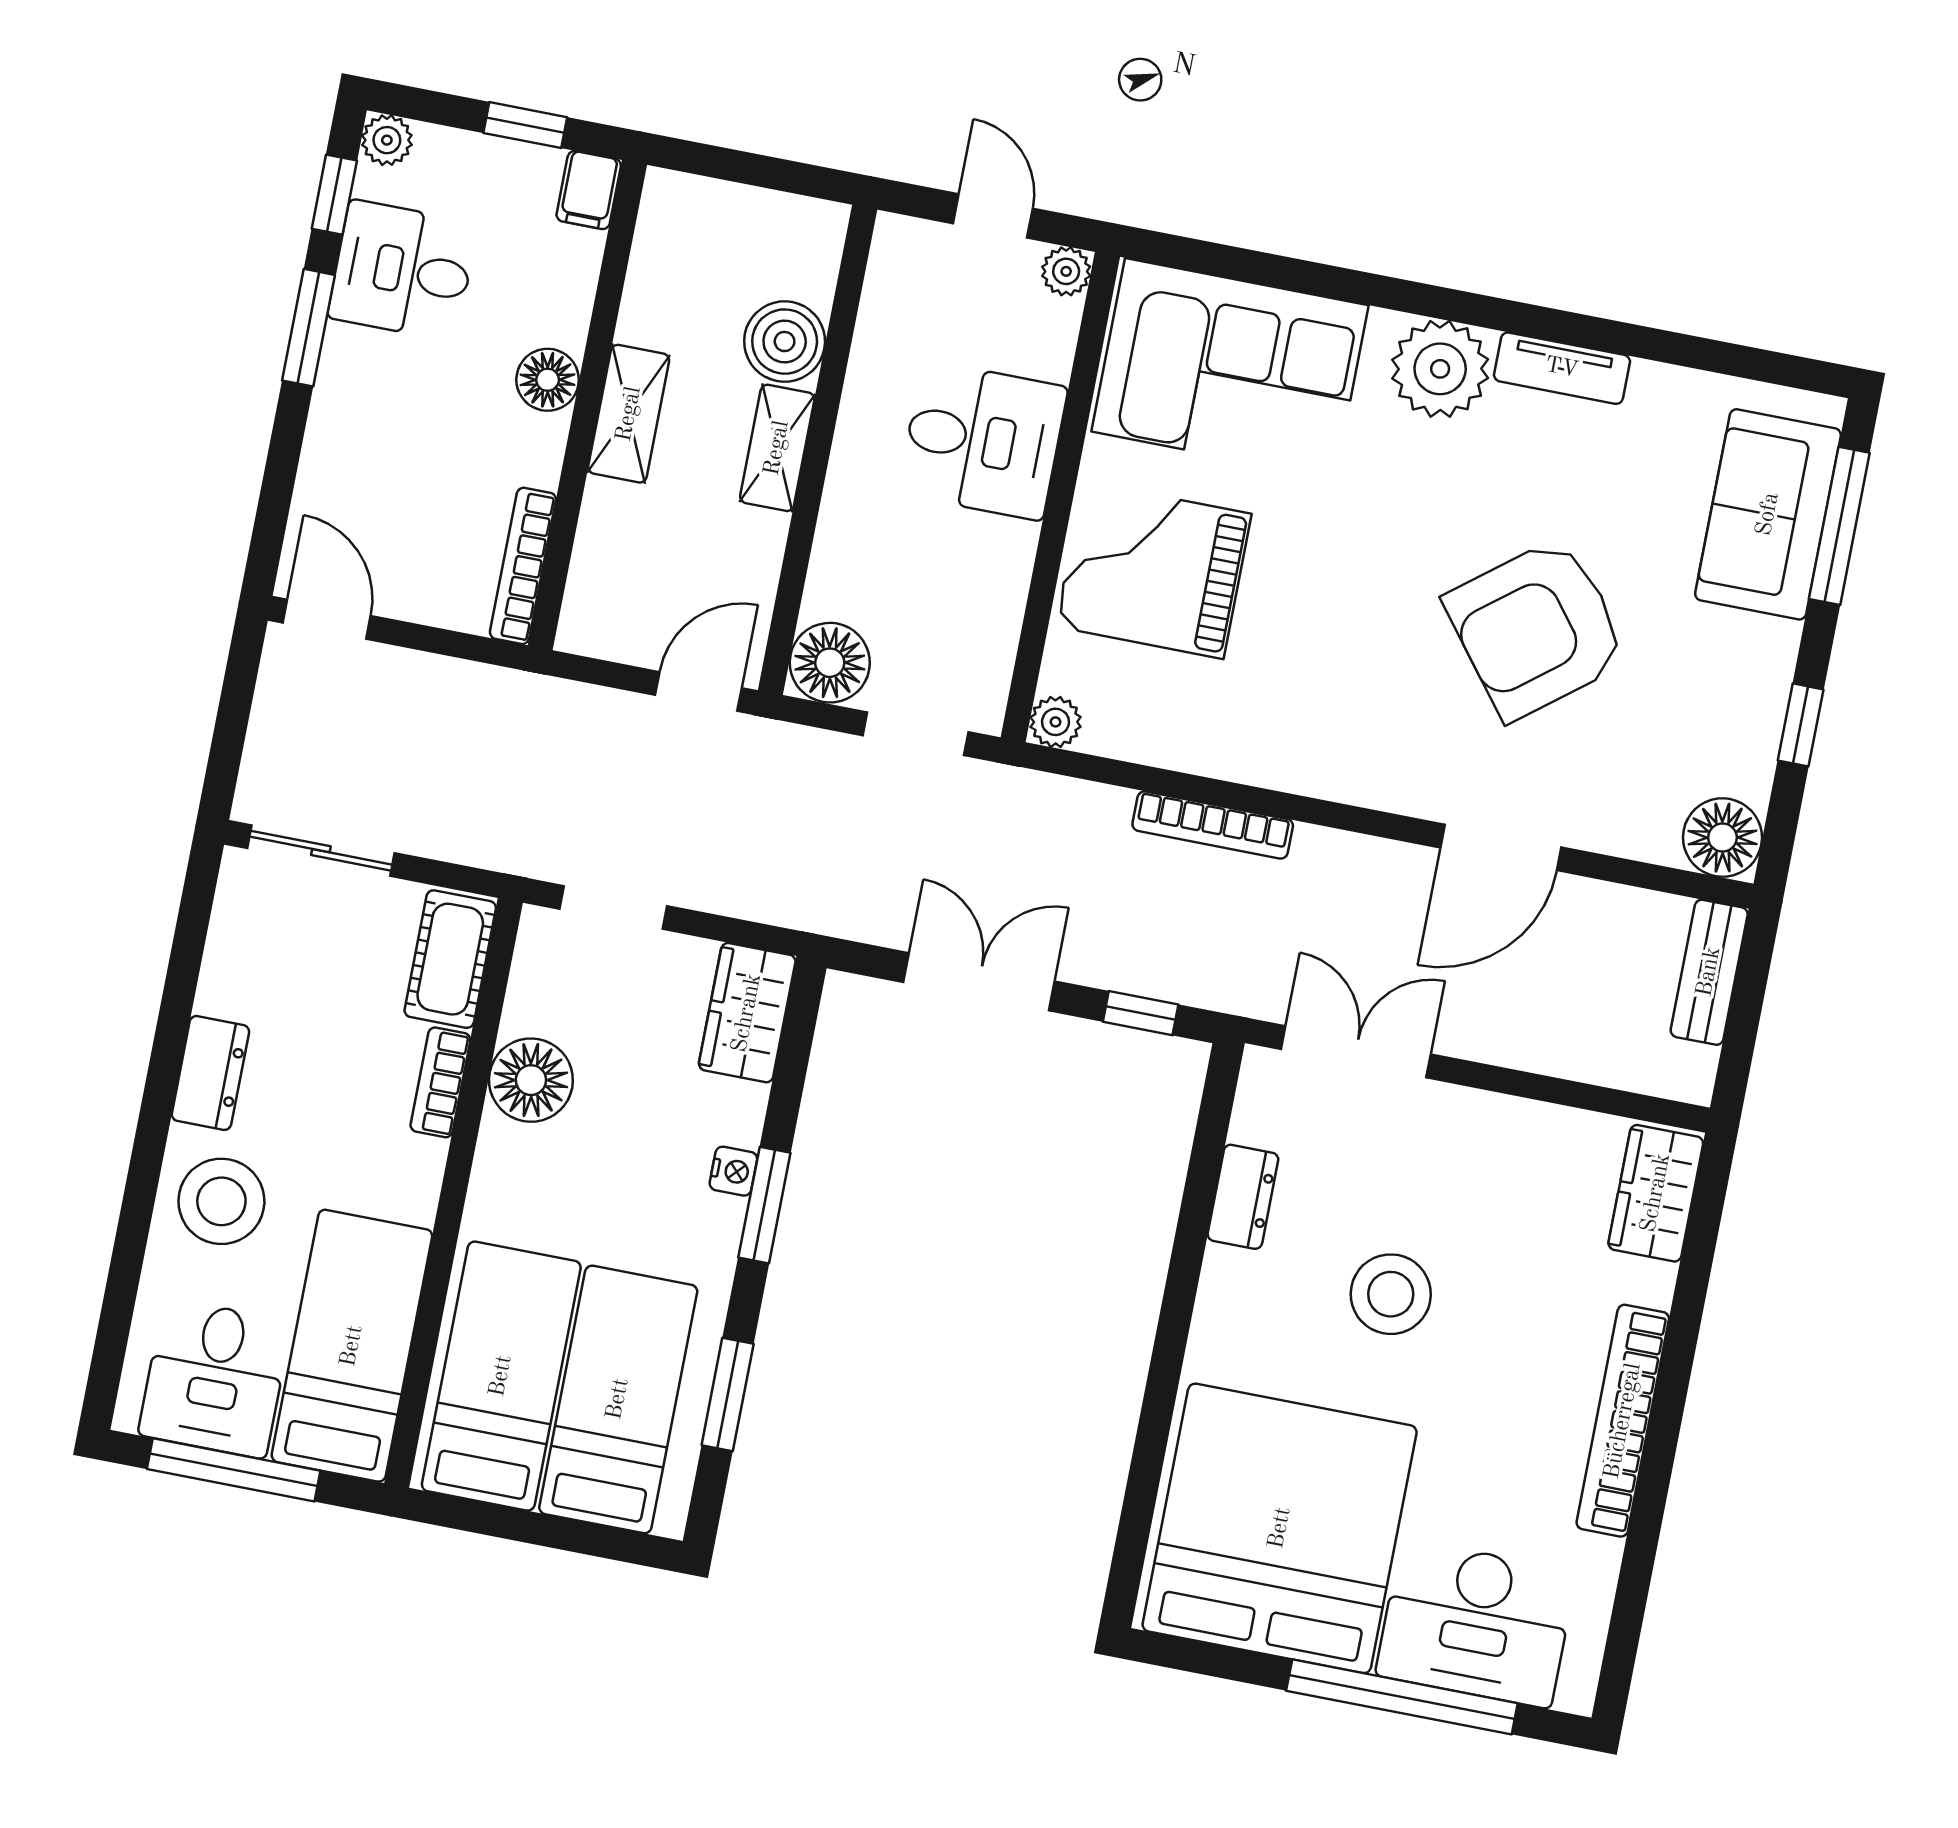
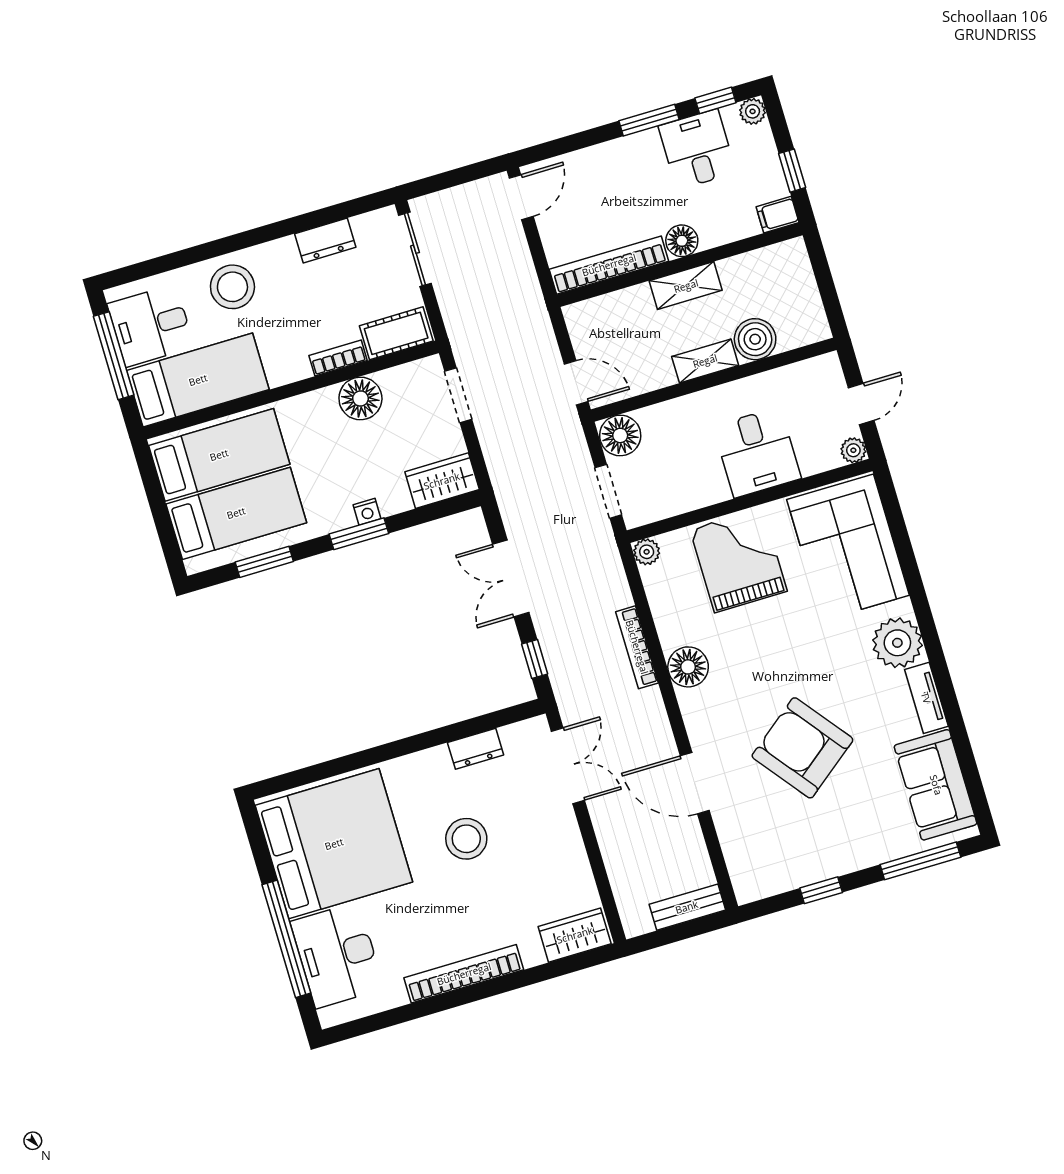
sofa: (1768, 514) -> (936, 785), moved, turned -90
bookcase: (523, 566) -> (609, 265), width x1.48, depth x1.31
floor lamp: (1722, 838) -> (688, 667), moved
double door: (979, 982) -> (511, 578), swing flipped
dresser: (210, 1073) -> (325, 241), moved

